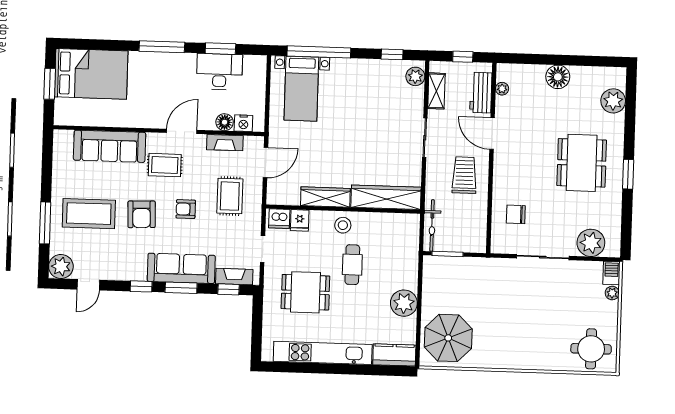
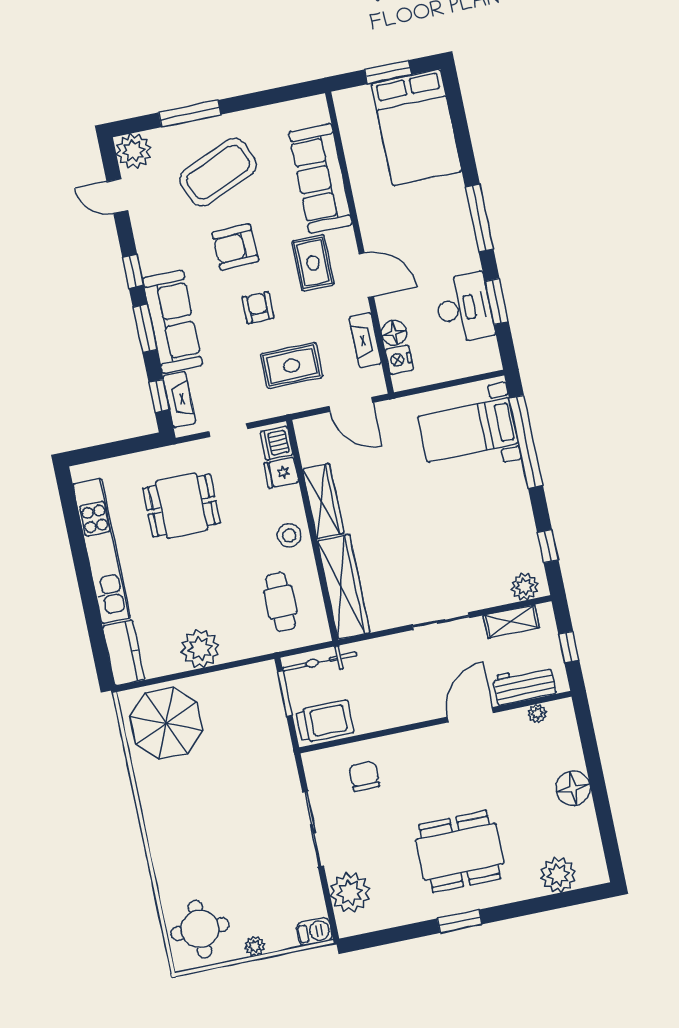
trolley: (464, 175) -> (325, 721), moved
coffee table: (89, 214) -> (218, 172), turned 67
cafe table: (352, 265) -> (281, 602), moved, turned 90
dining table: (305, 292) -> (181, 506), turned 90
plant: (612, 293) -> (255, 946), moved

